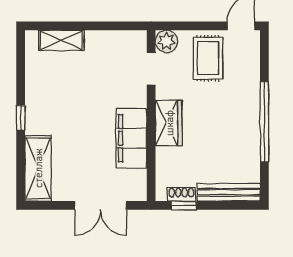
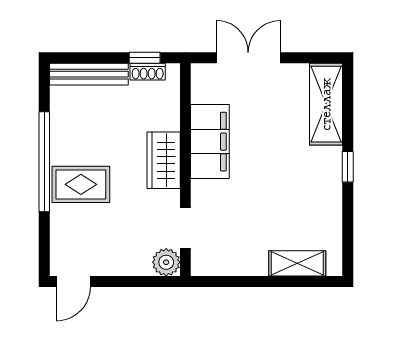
rug: (208, 58) -> (81, 184), moved, turned 90

